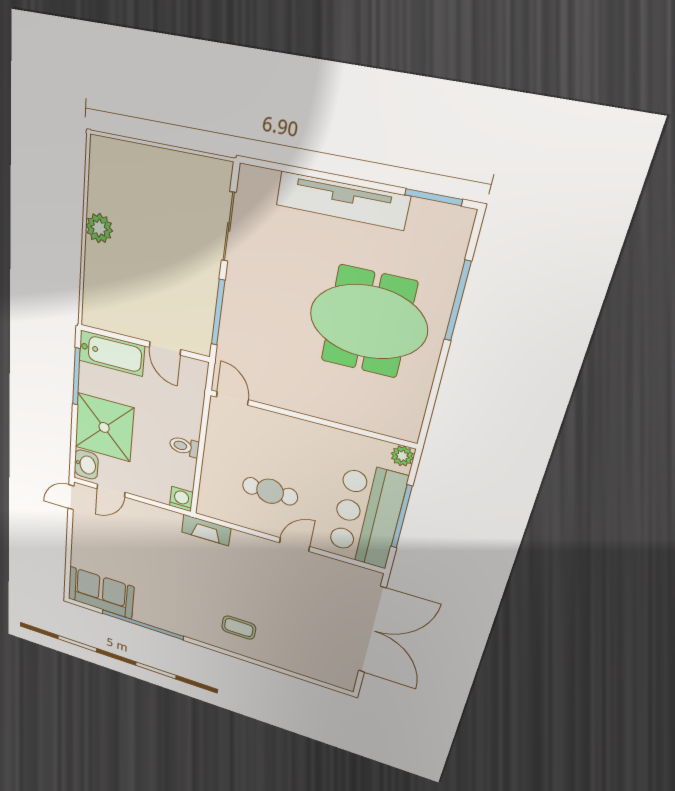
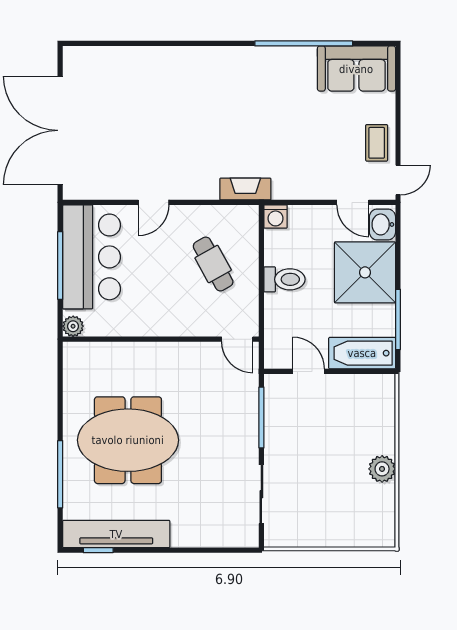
window: (433, 197) -> (98, 550), width x0.67
tv unit: (342, 201) -> (116, 534), moved
toilet: (184, 446) -> (285, 279), width x1.37, depth x1.39
door: (111, 490) -> (353, 202), swing flipped
cafe table: (270, 491) -> (213, 264), moved, turned 61
coffee table: (239, 628) -> (377, 143), moved, turned 90

